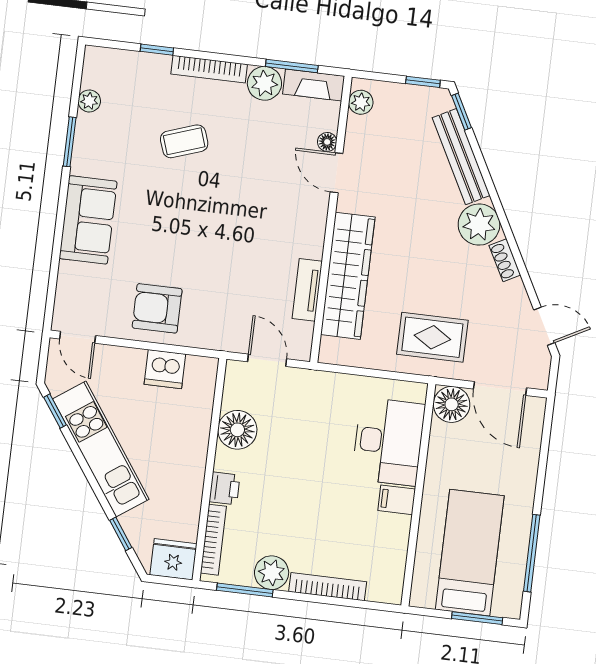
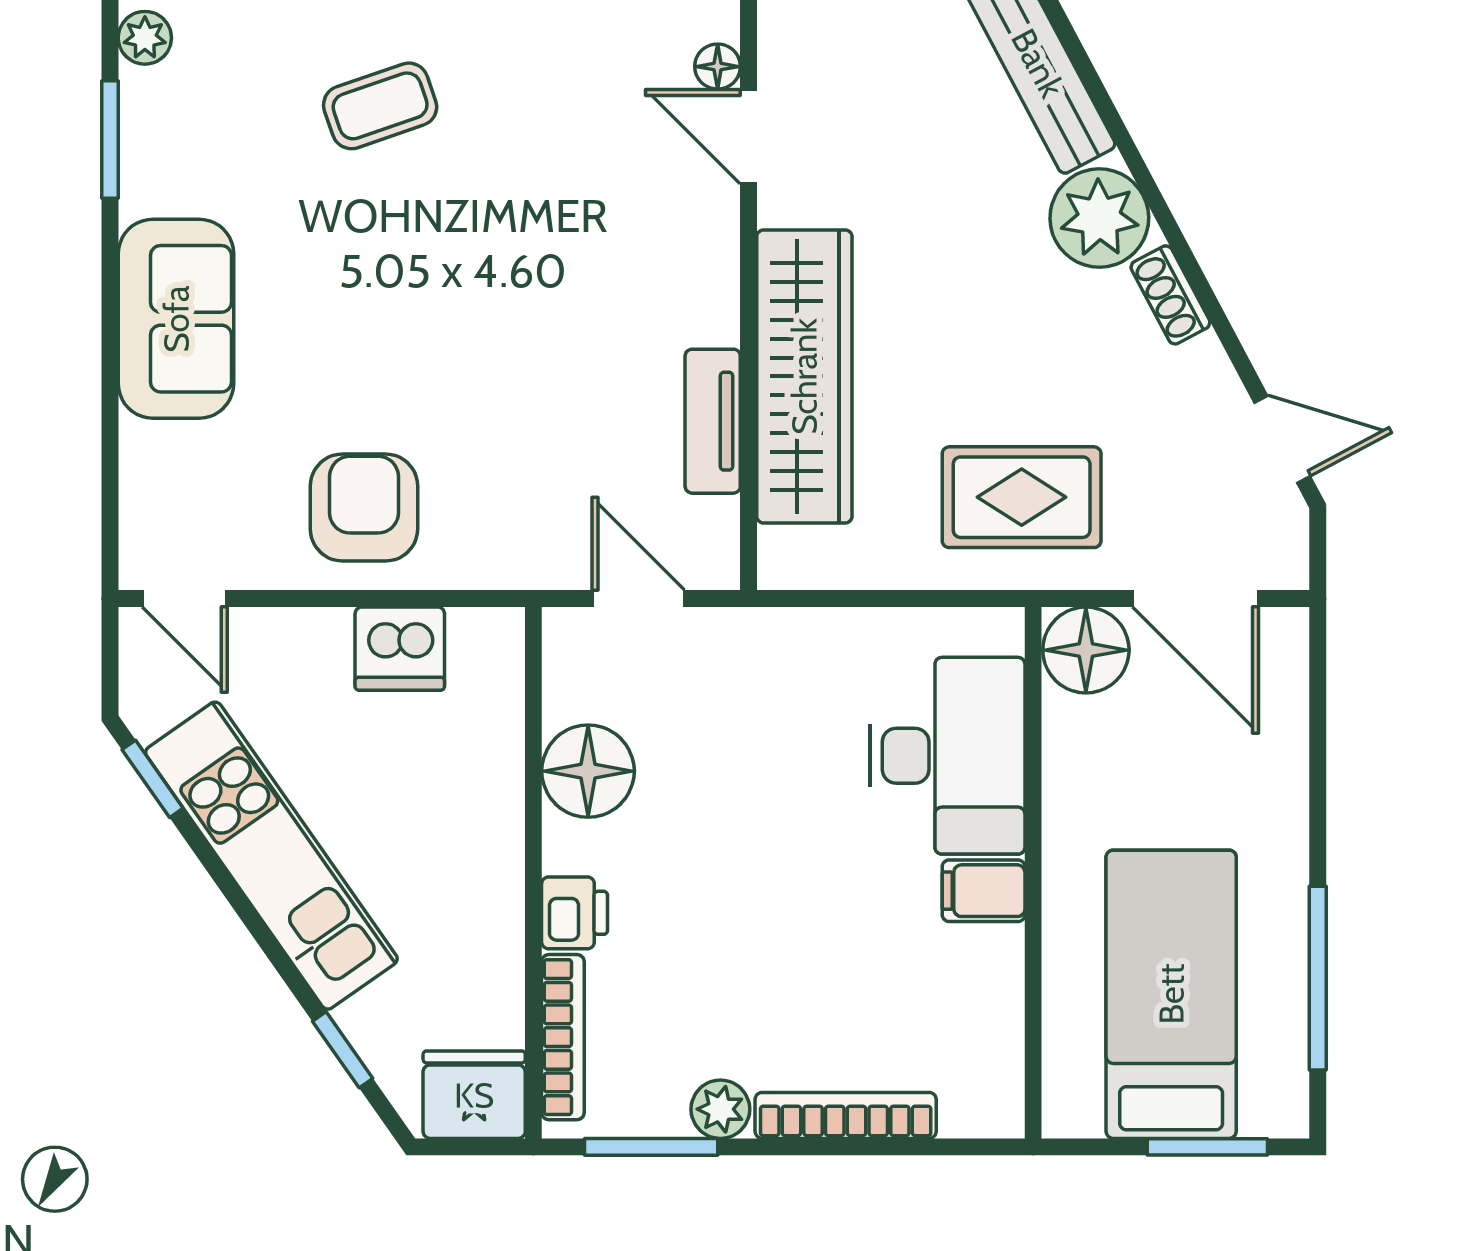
armchair: (157, 308) -> (364, 508), turned 90
plant: (272, 573) -> (720, 1109), width x0.73, depth x0.73

